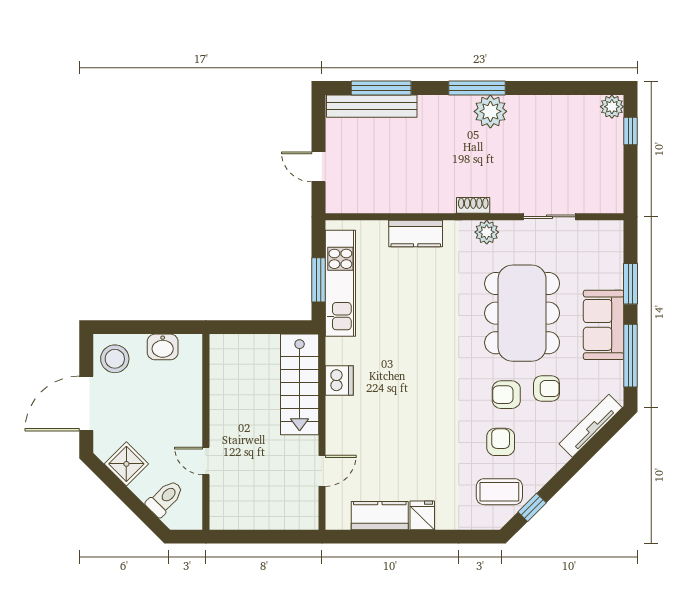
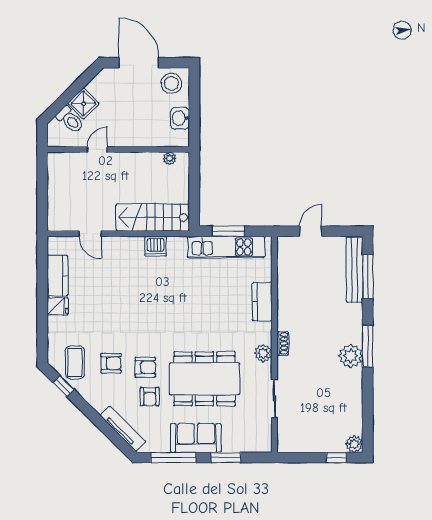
plant: (218, 361) -> (170, 158), added
armchair: (506, 395) -> (145, 367), turned 90
shower: (126, 464) -> (83, 103), moved

